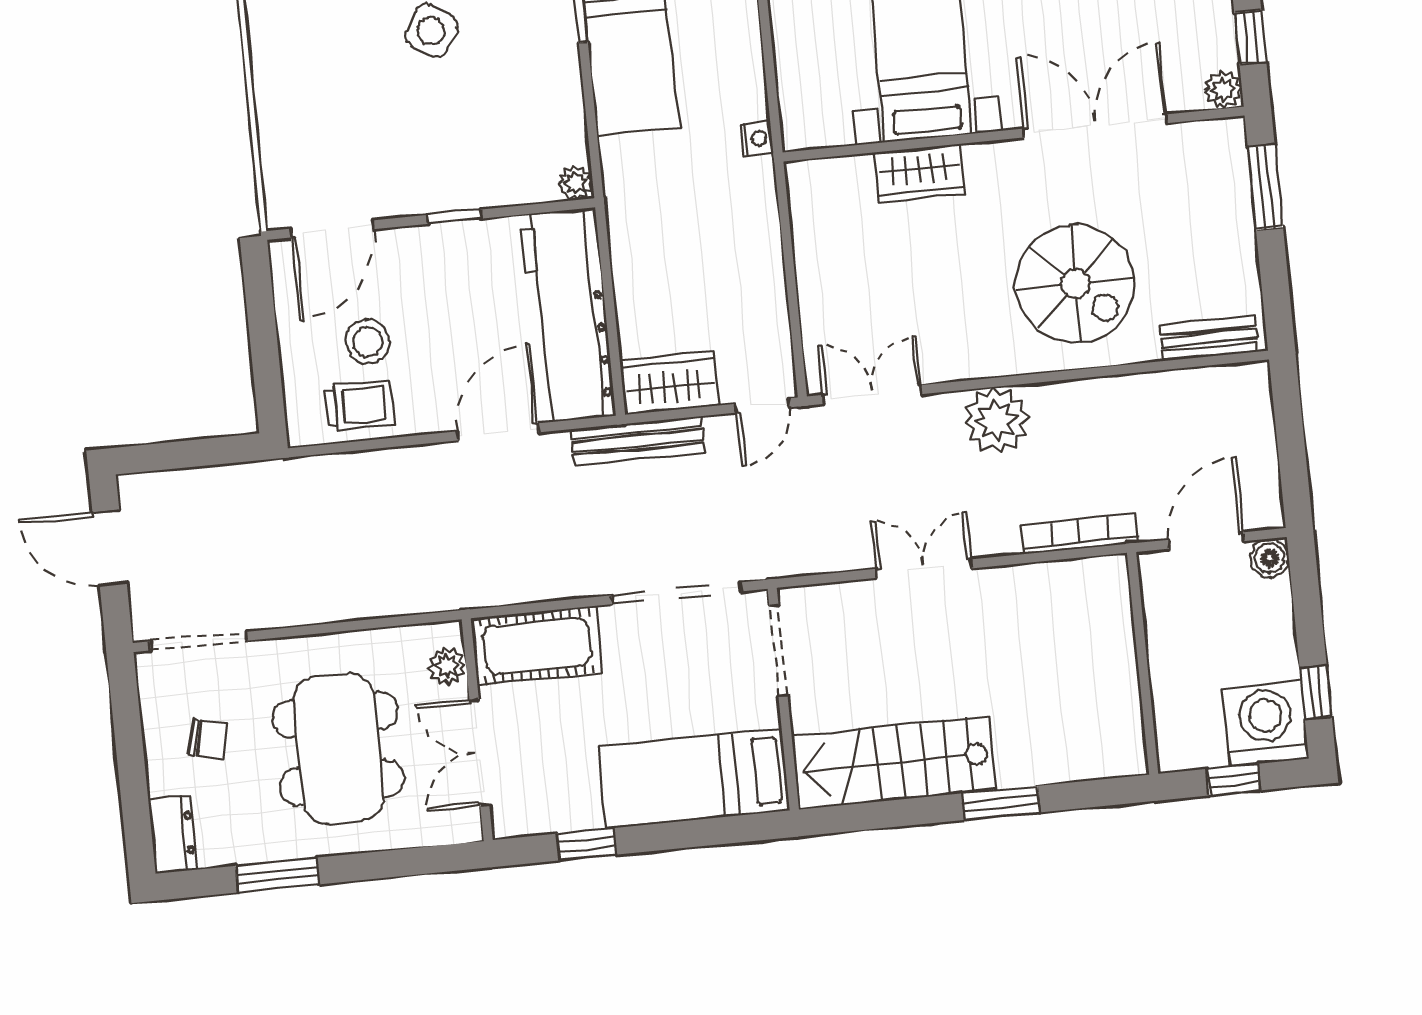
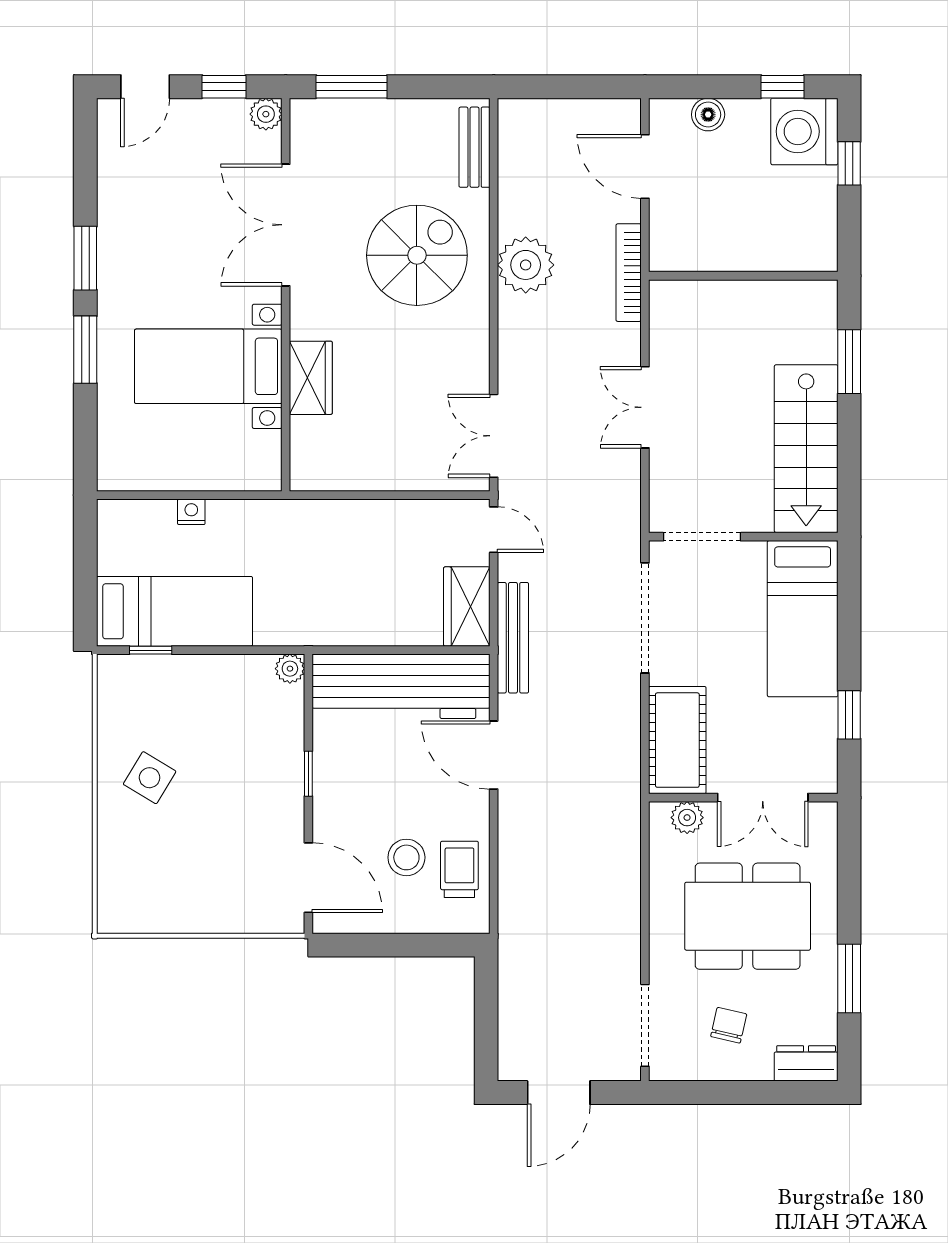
nightstand: (757, 138) -> (191, 512), moved
plant: (996, 420) -> (526, 265), moved
boiler: (1269, 558) -> (708, 115), moved
wall: (1143, 663) -> (743, 276), moved

